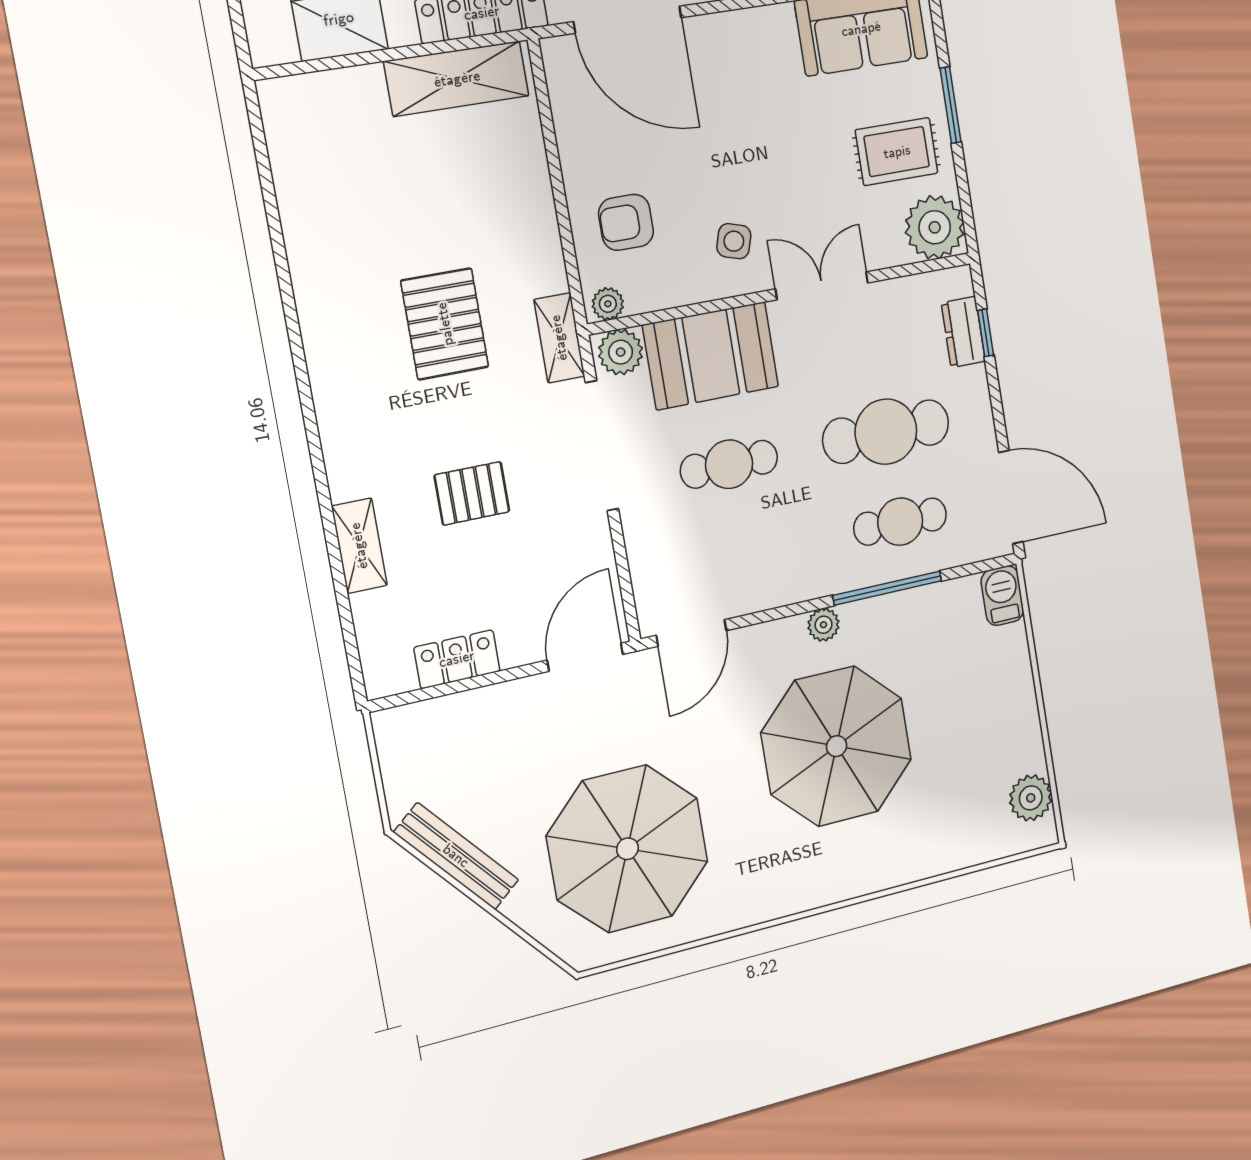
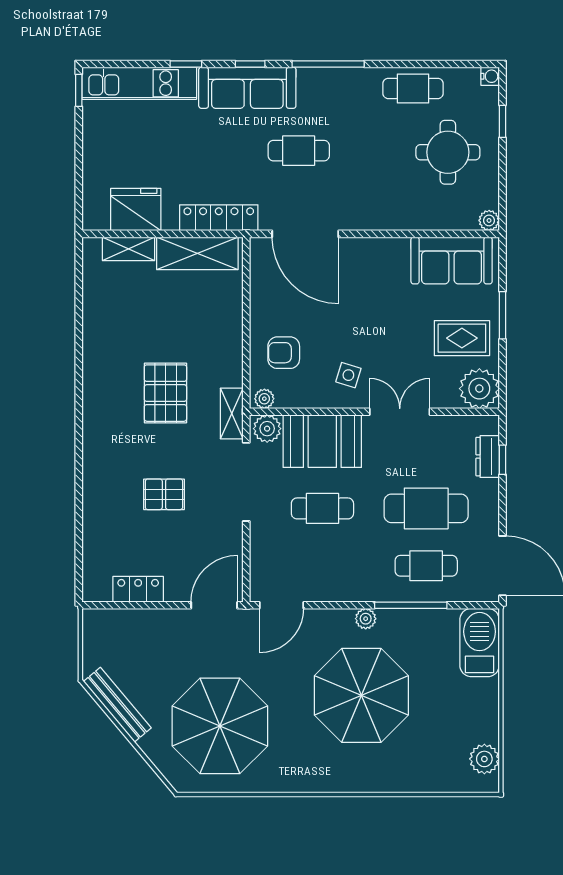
shelving: (359, 546) -> (128, 249), moved, turned 90
barbecue: (1002, 596) -> (480, 643), width x1.88, depth x1.53

